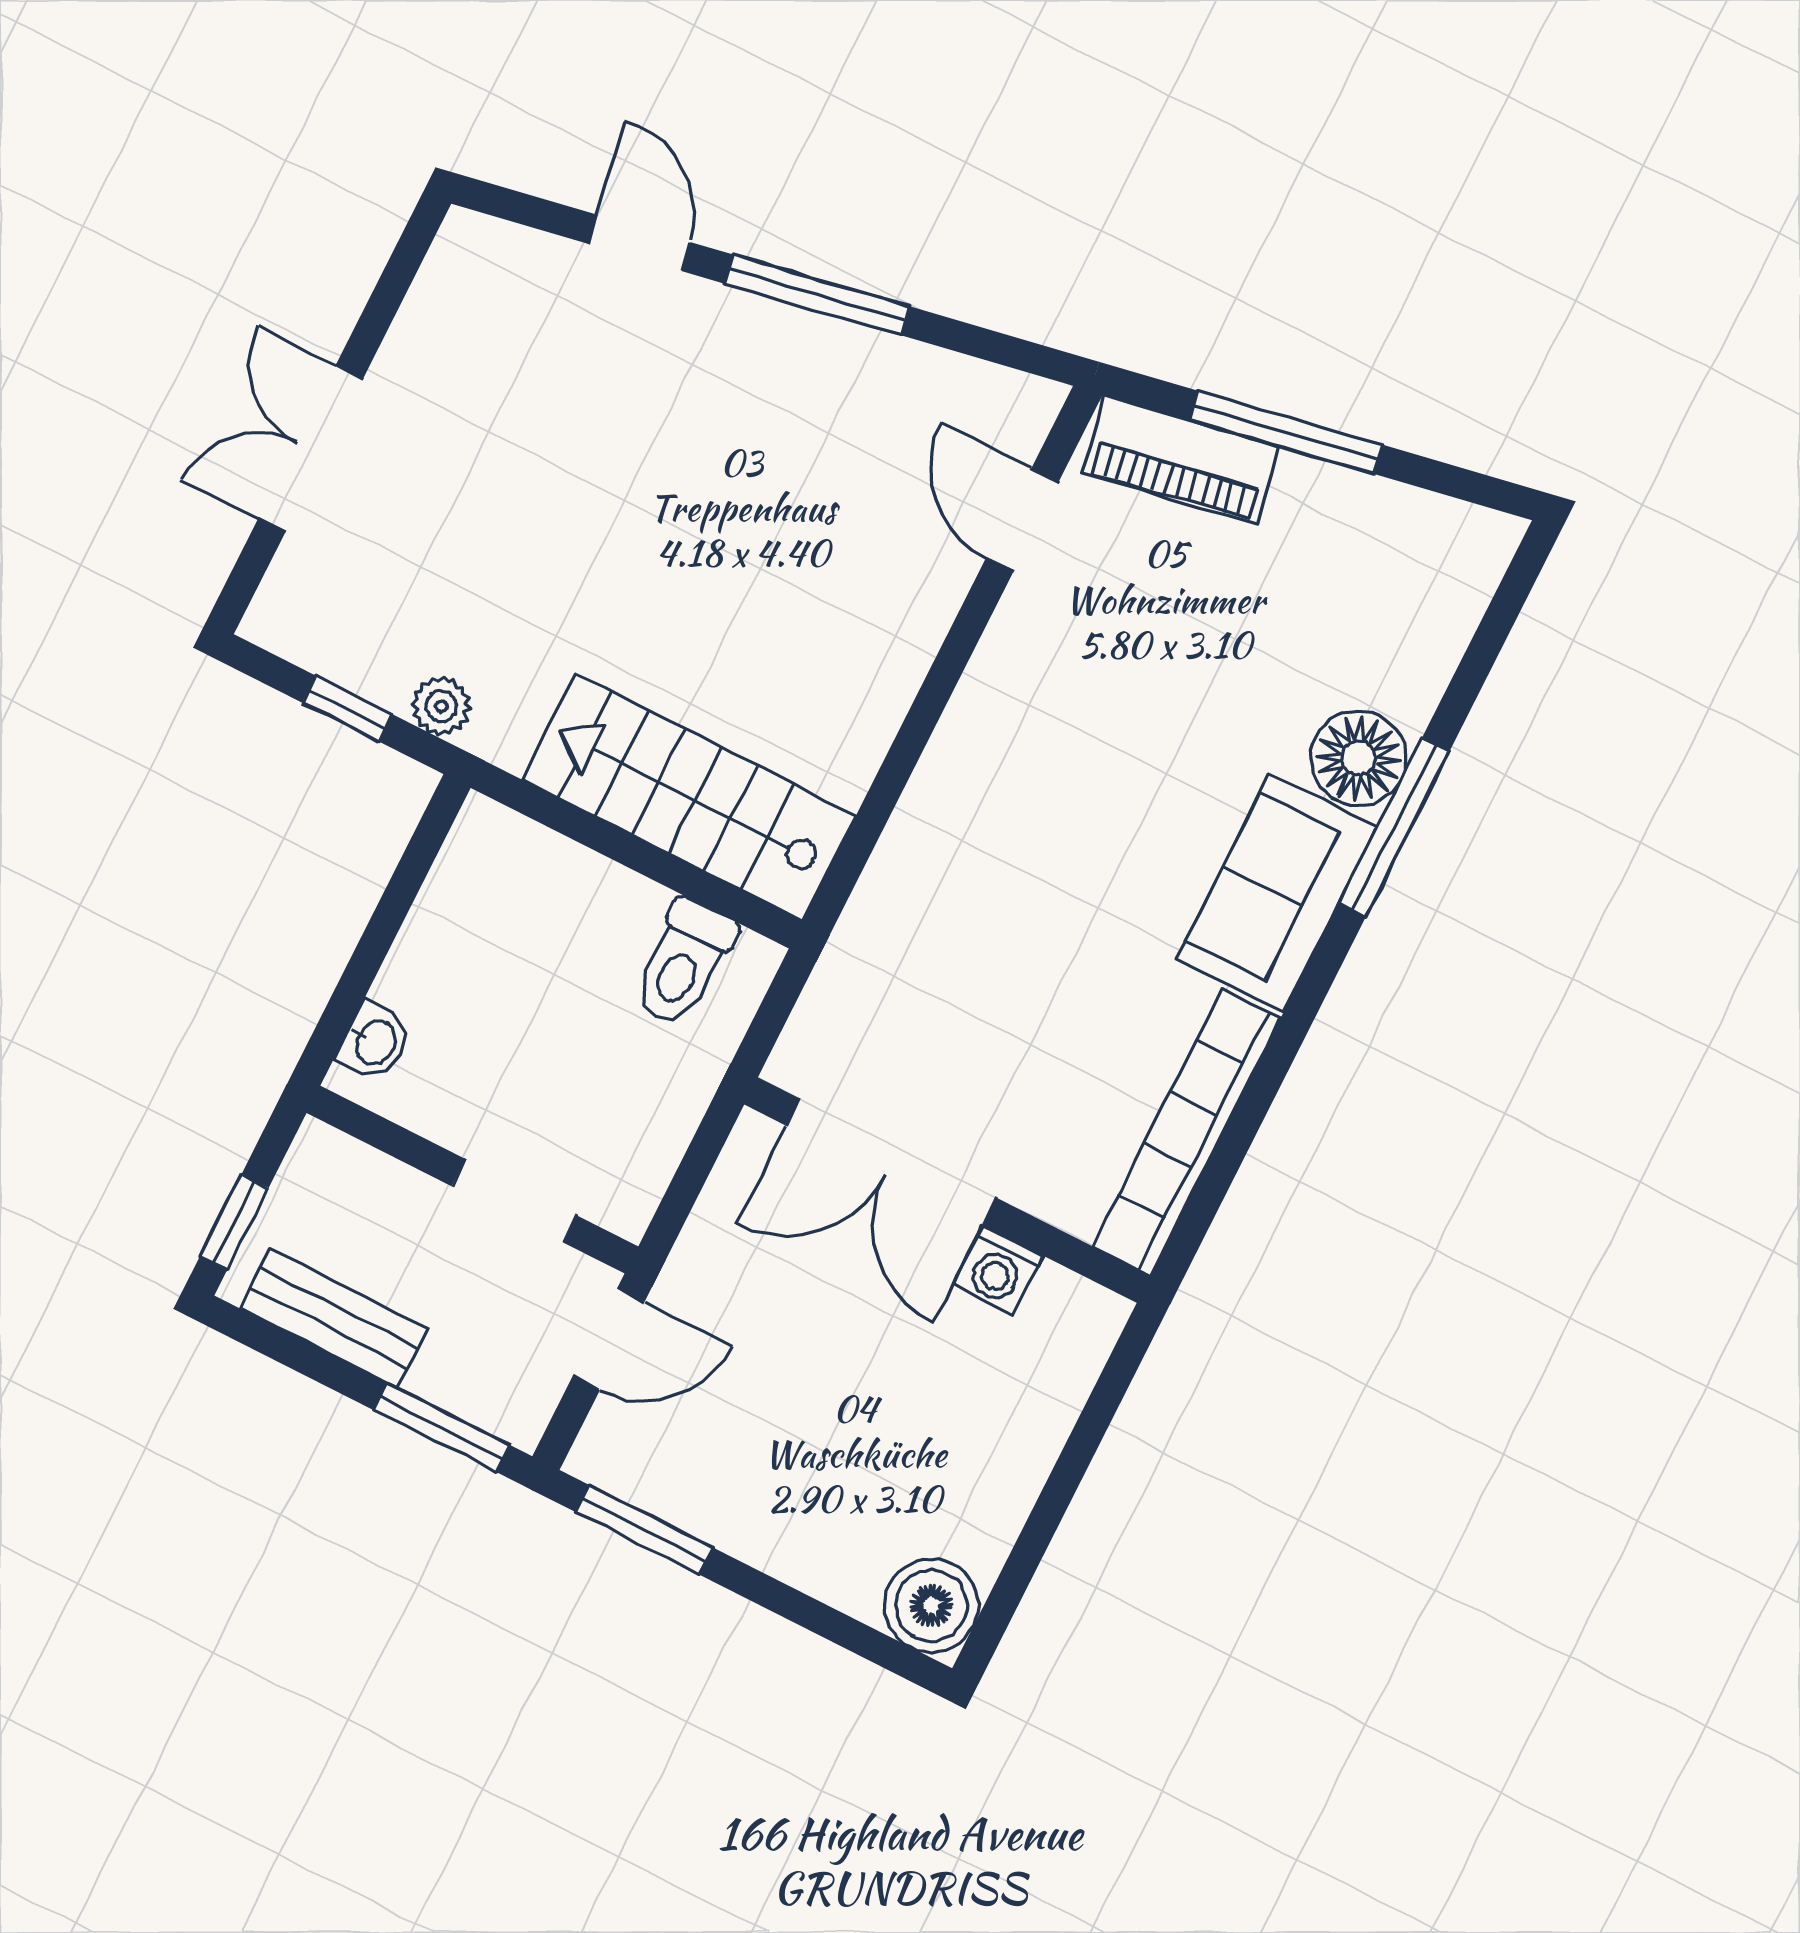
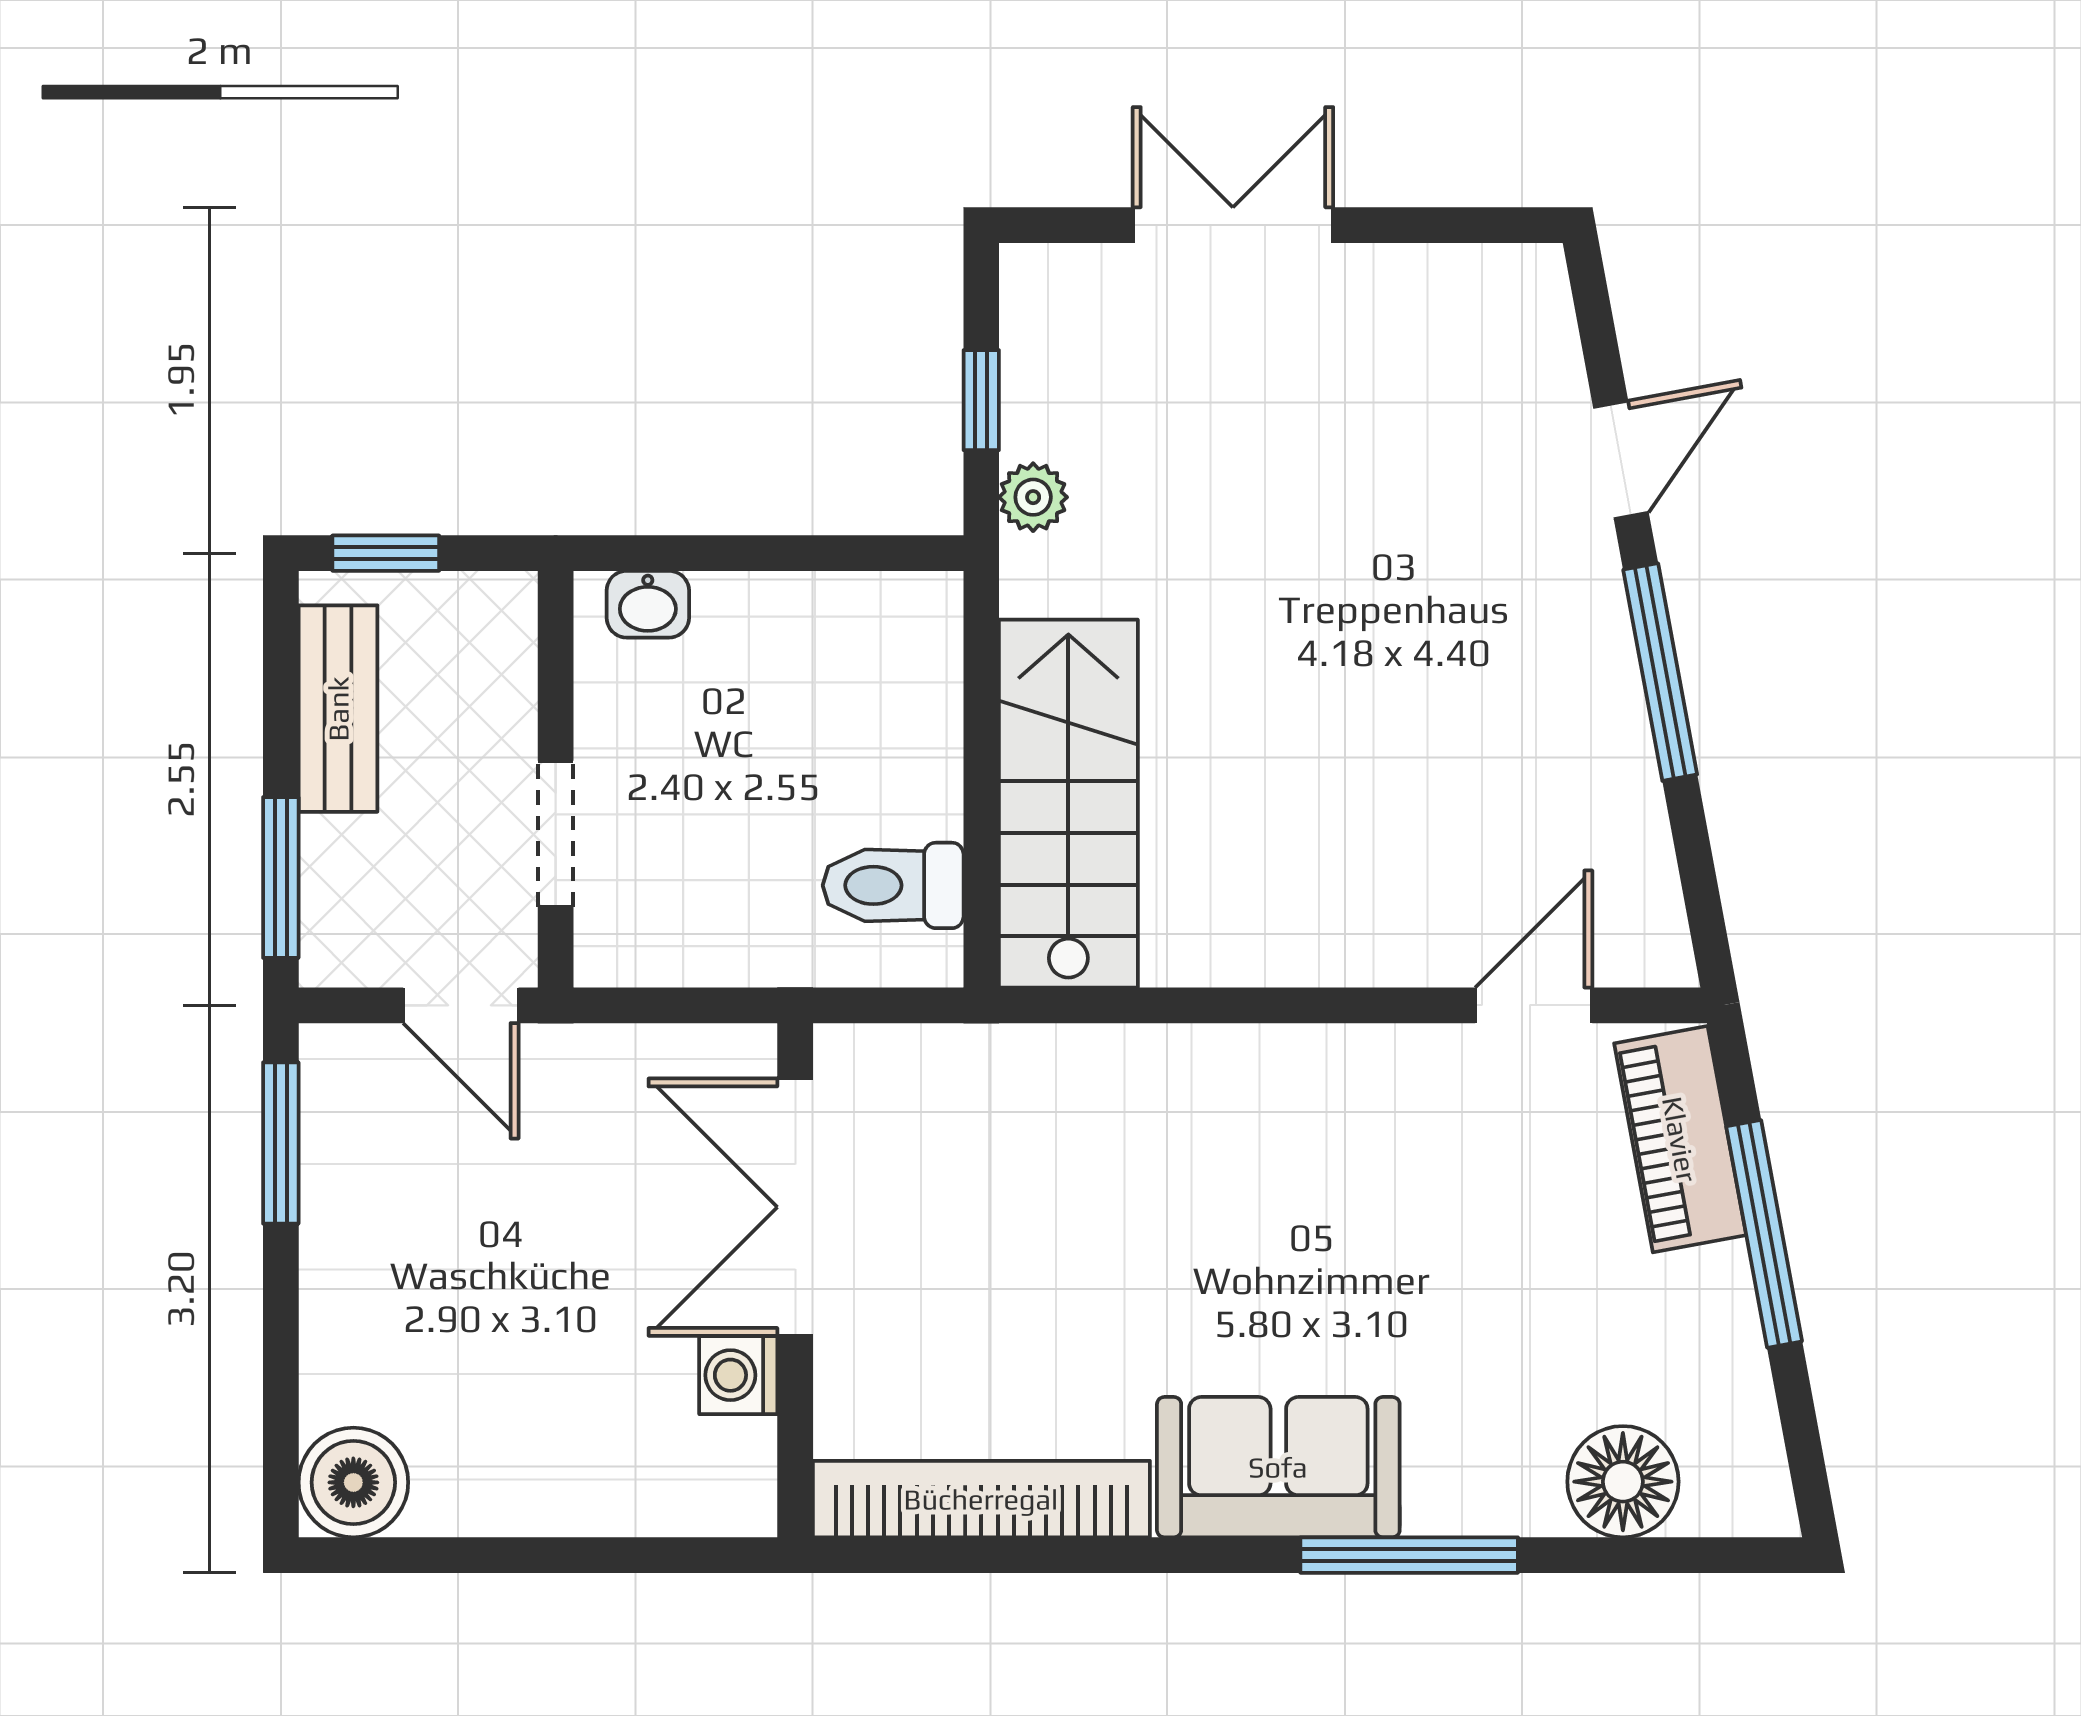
floor lamp: (1359, 758) -> (1623, 1482), moved

